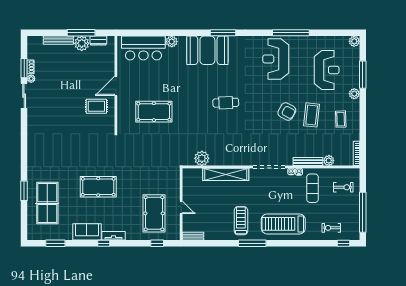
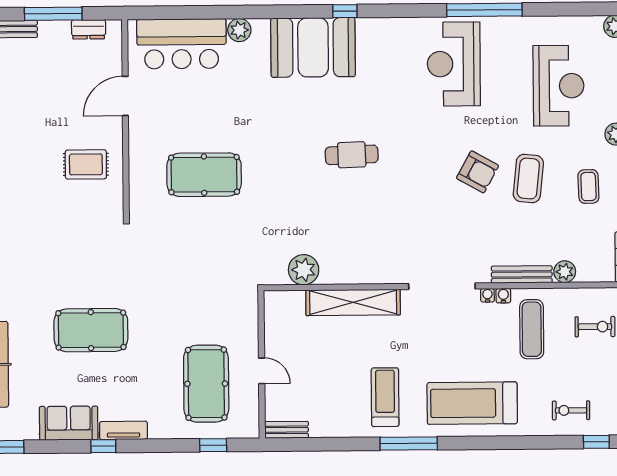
window: (223, 33) -> (345, 11), width x0.46
plant: (82, 43) -> (54, 35), removed
door: (116, 86) -> (125, 96), moved

